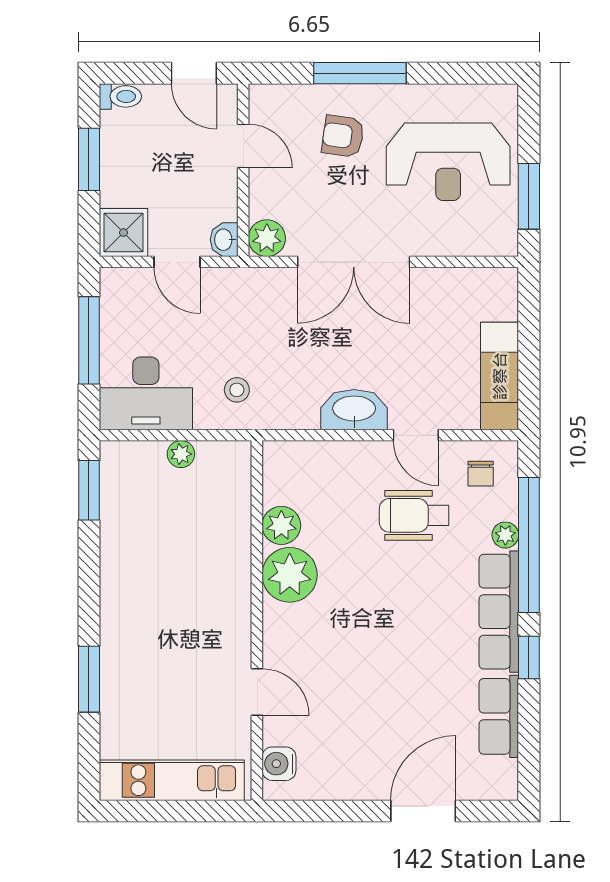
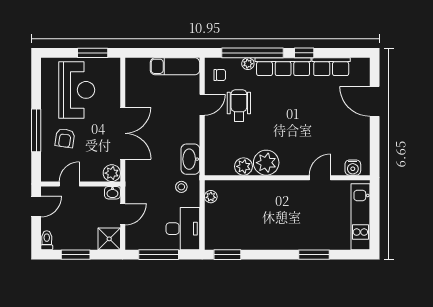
washbasin: (354, 410) -> (190, 159), moved
plant: (181, 454) -> (211, 197), moved
wheelchair: (414, 515) -> (239, 106), turned 180

